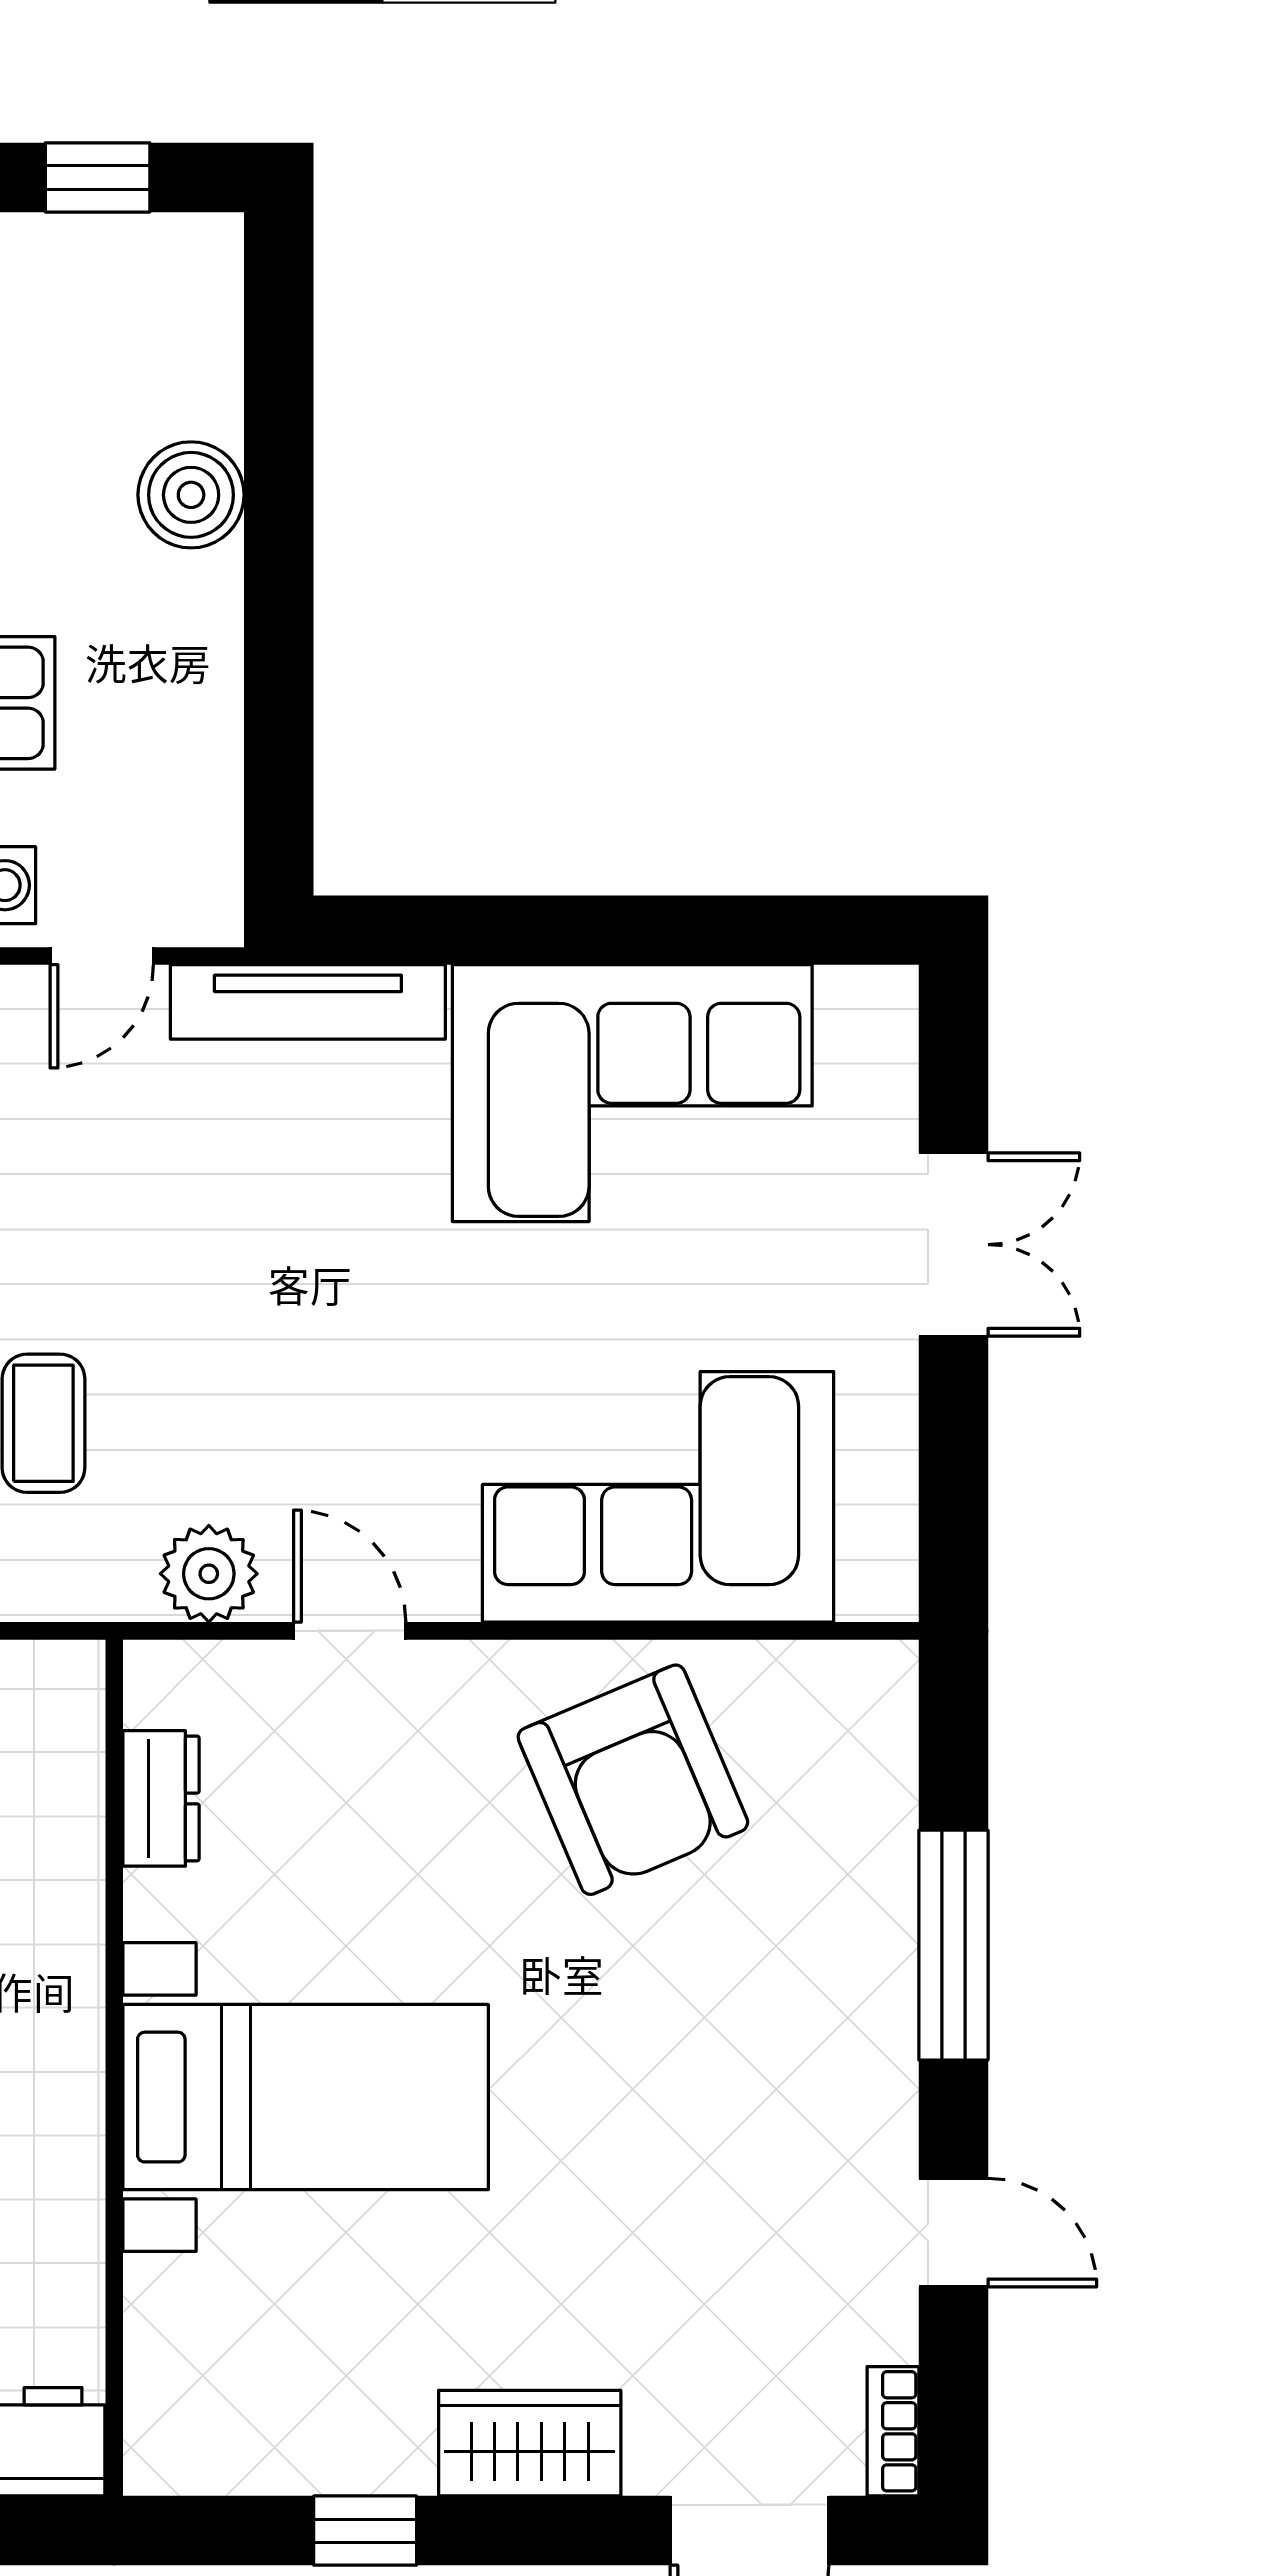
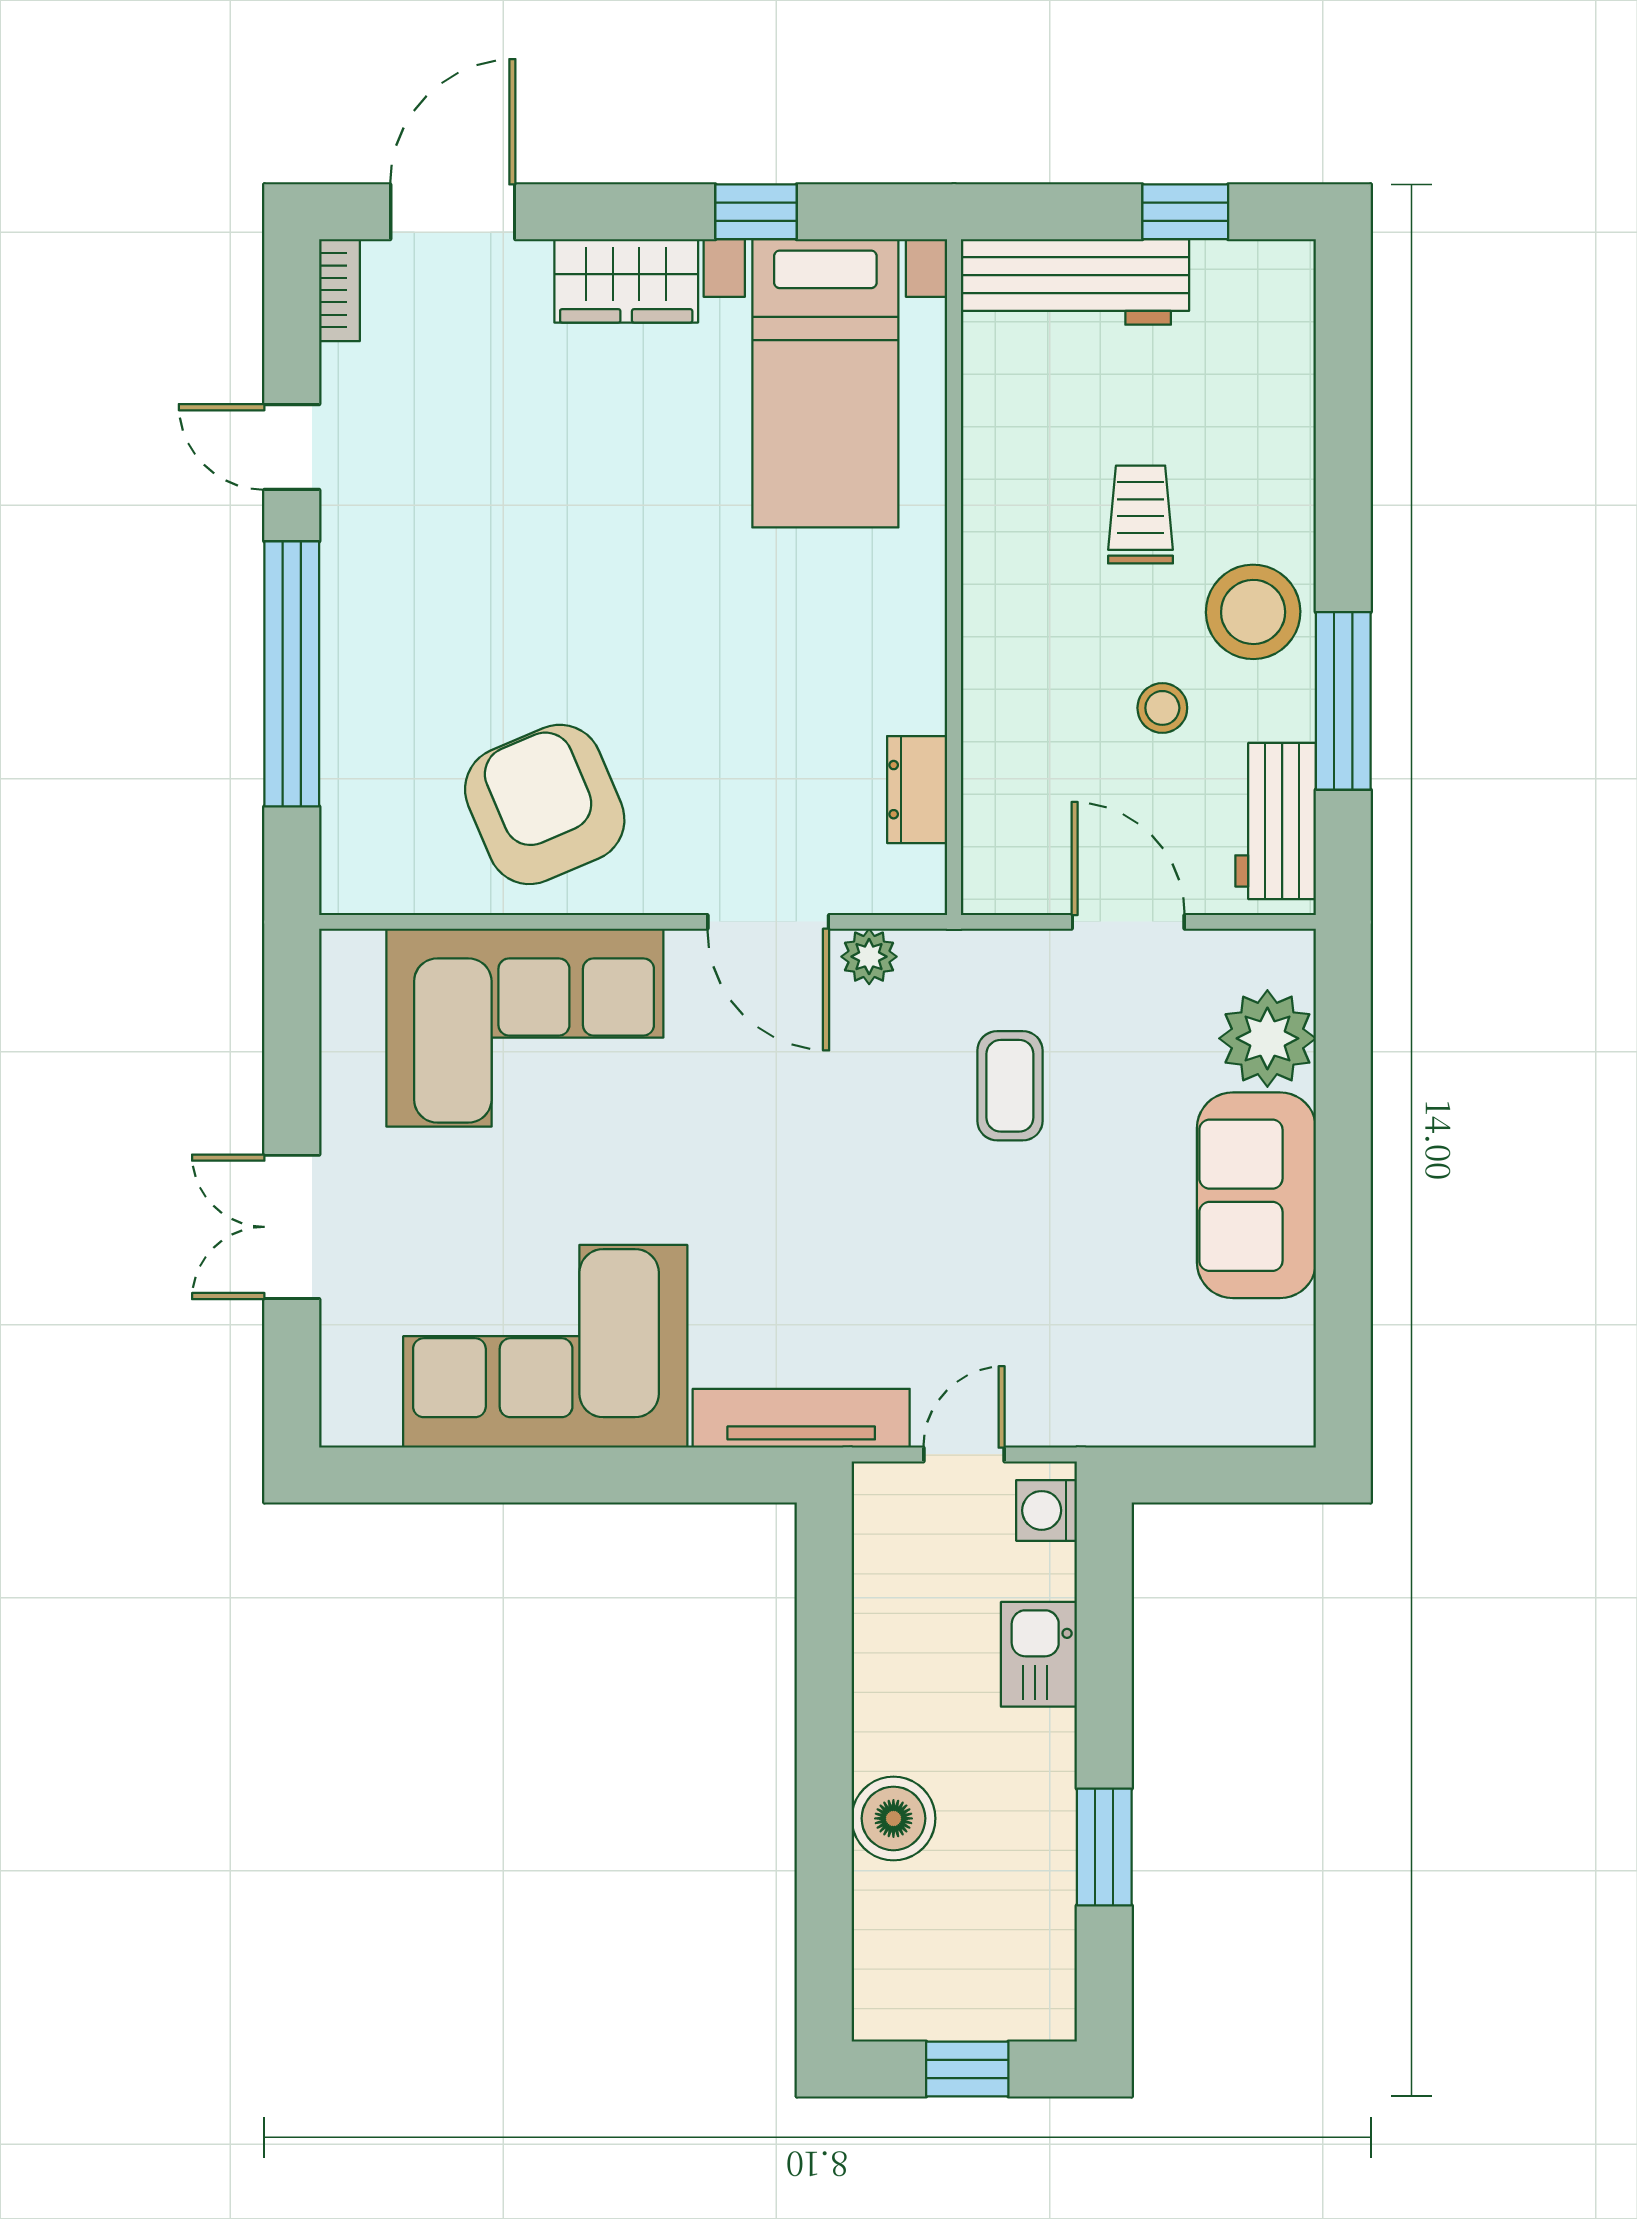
plant: (209, 1574) -> (869, 957), width x0.73, depth x0.73
door: (350, 1631) -> (768, 922), width x1.38
window: (953, 1945) -> (292, 674), width x1.46
bed with nightstands: (306, 2097) -> (825, 383), moved, turned -90

